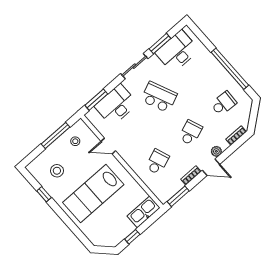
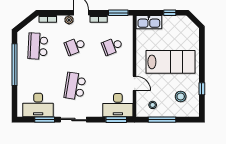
school desk: (159, 97) -> (75, 86), turned 33
school desk: (224, 103) -> (38, 46), width x1.85
desk: (116, 105) -> (118, 105), moved

